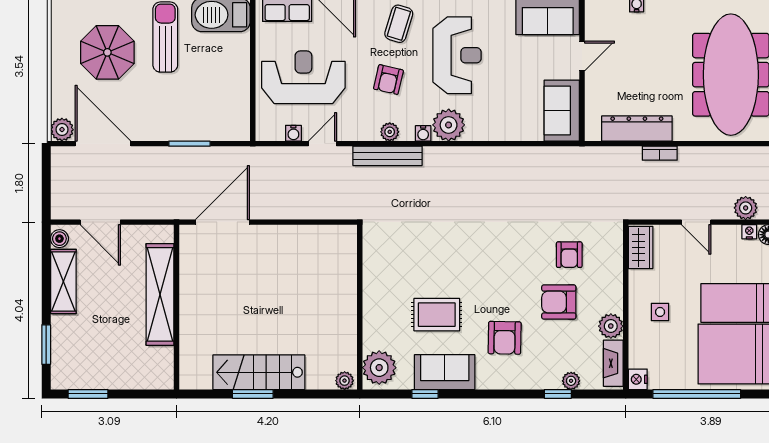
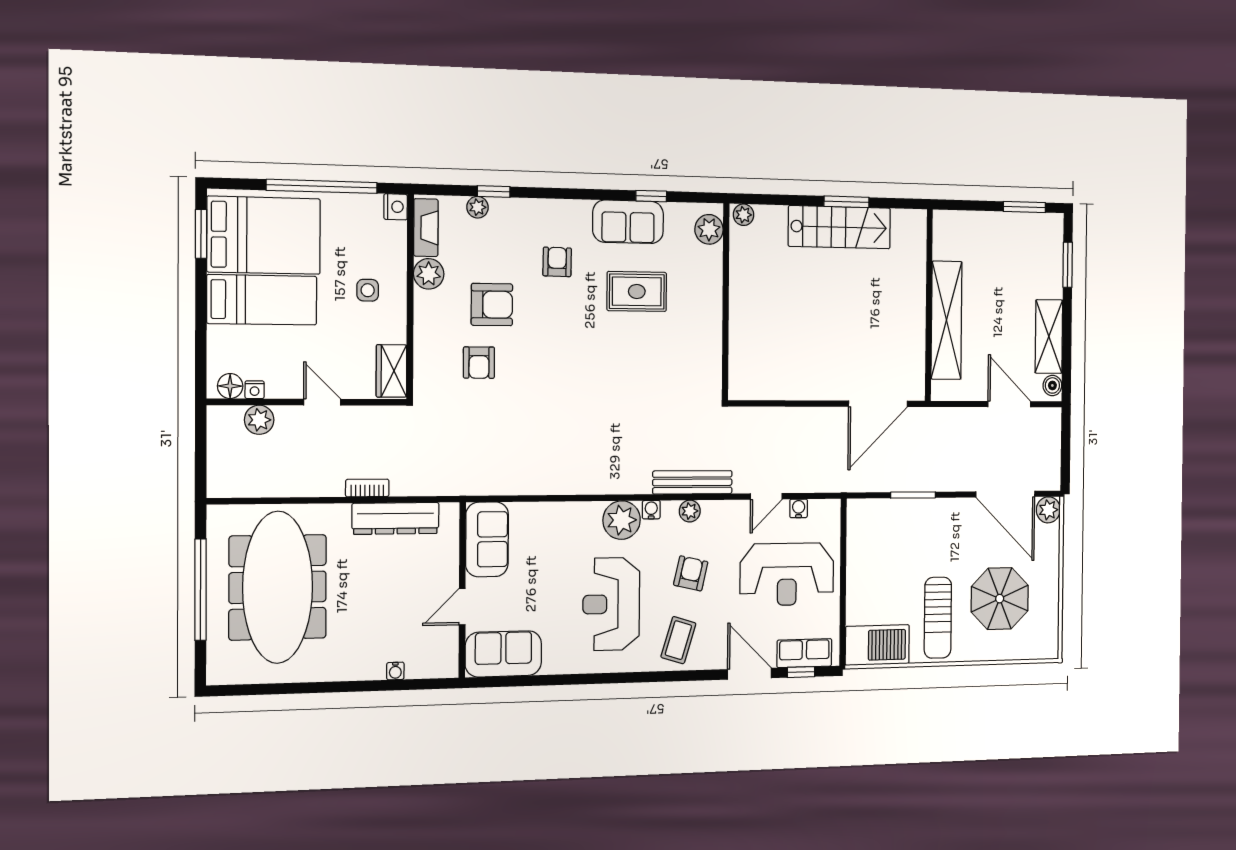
armchair: (569, 255) -> (479, 363), turned 180
armchair: (505, 338) -> (557, 262), width x0.72, depth x0.72
plant: (379, 368) -> (709, 229), width x0.73, depth x0.73

